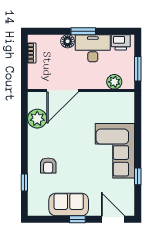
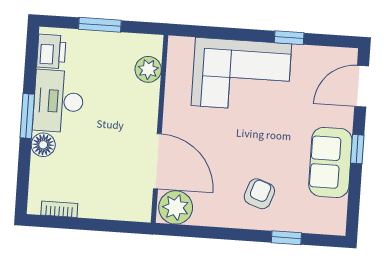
plant: (114, 82) -> (148, 69), moved
door: (63, 91) -> (157, 161), moved
wall: (81, 91) -> (160, 129), moved
armchair: (48, 166) -> (259, 194), turned -71

